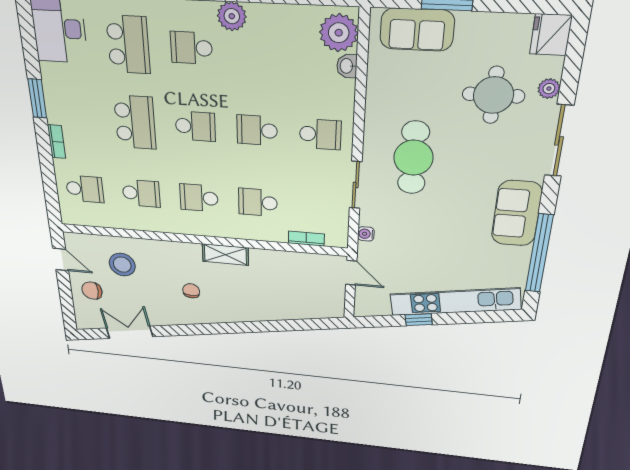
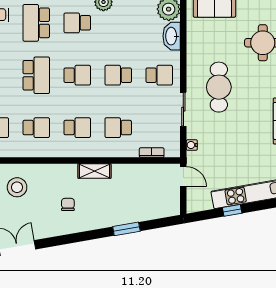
school desk: (128, 45) -> (36, 23), turned 180
washbasin: (347, 66) -> (172, 36), width x1.91, depth x1.45
school desk: (199, 198) -> (77, 128), turned 180
window: (270, 326) -> (126, 229), added

